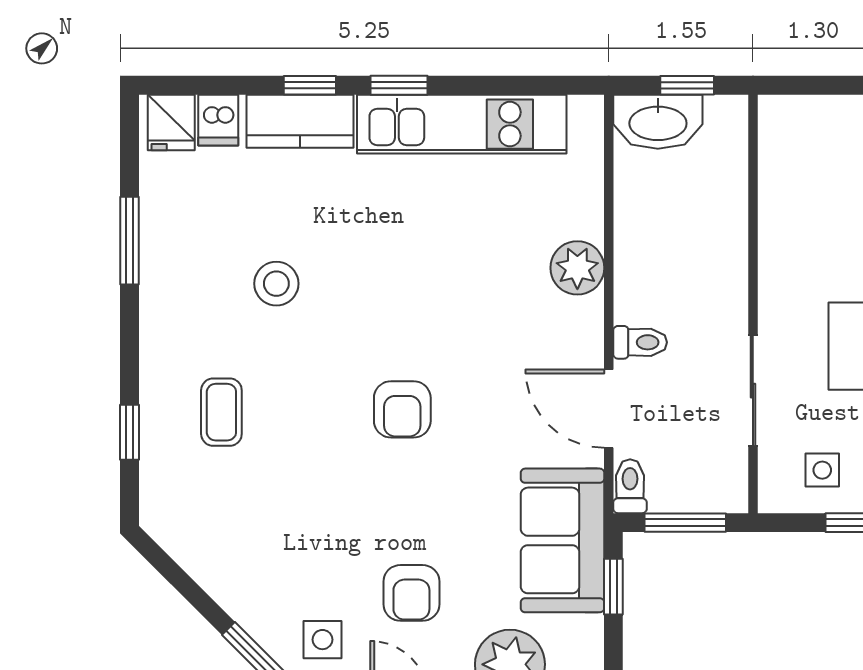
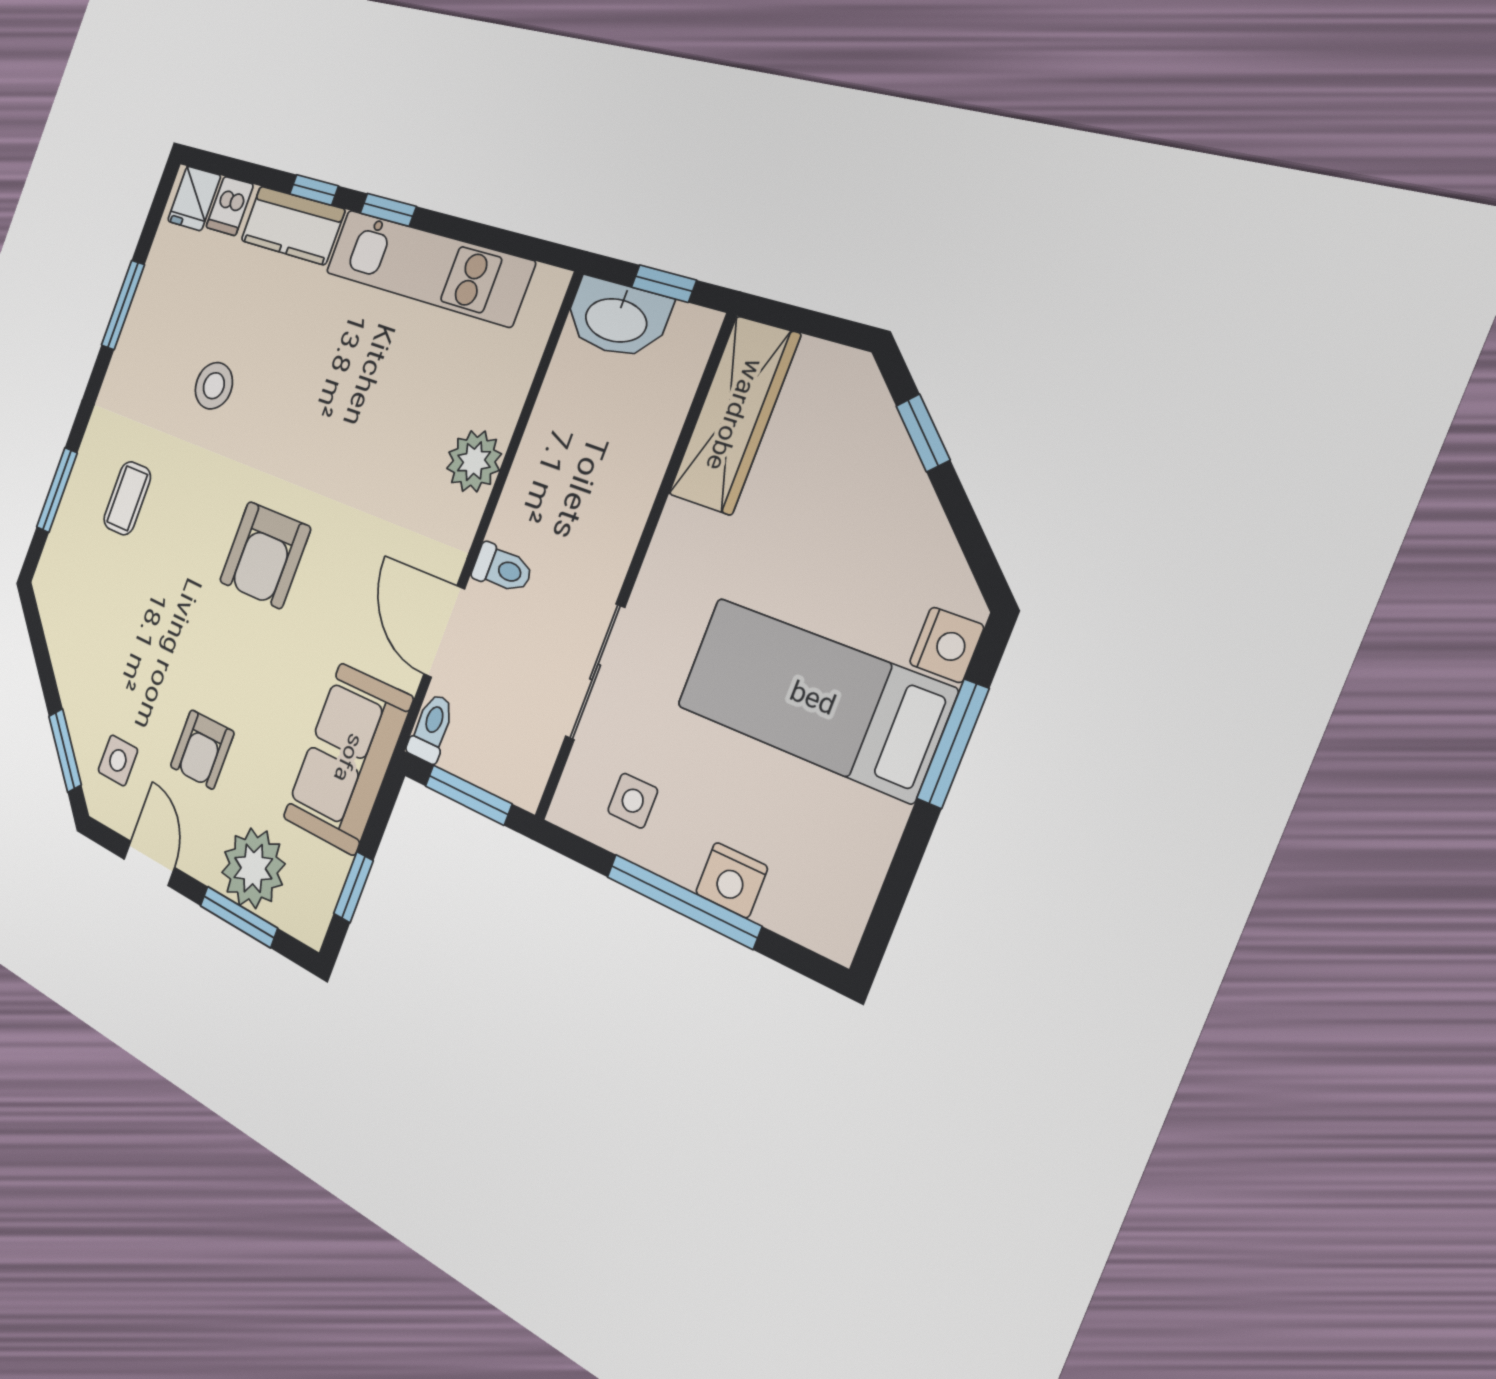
wardrobe: (786, 168) -> (734, 415), added
armchair: (402, 409) -> (265, 555), width x1.38, depth x1.38
window: (130, 432) -> (57, 490), width x1.50
window: (613, 587) -> (353, 887), moved

